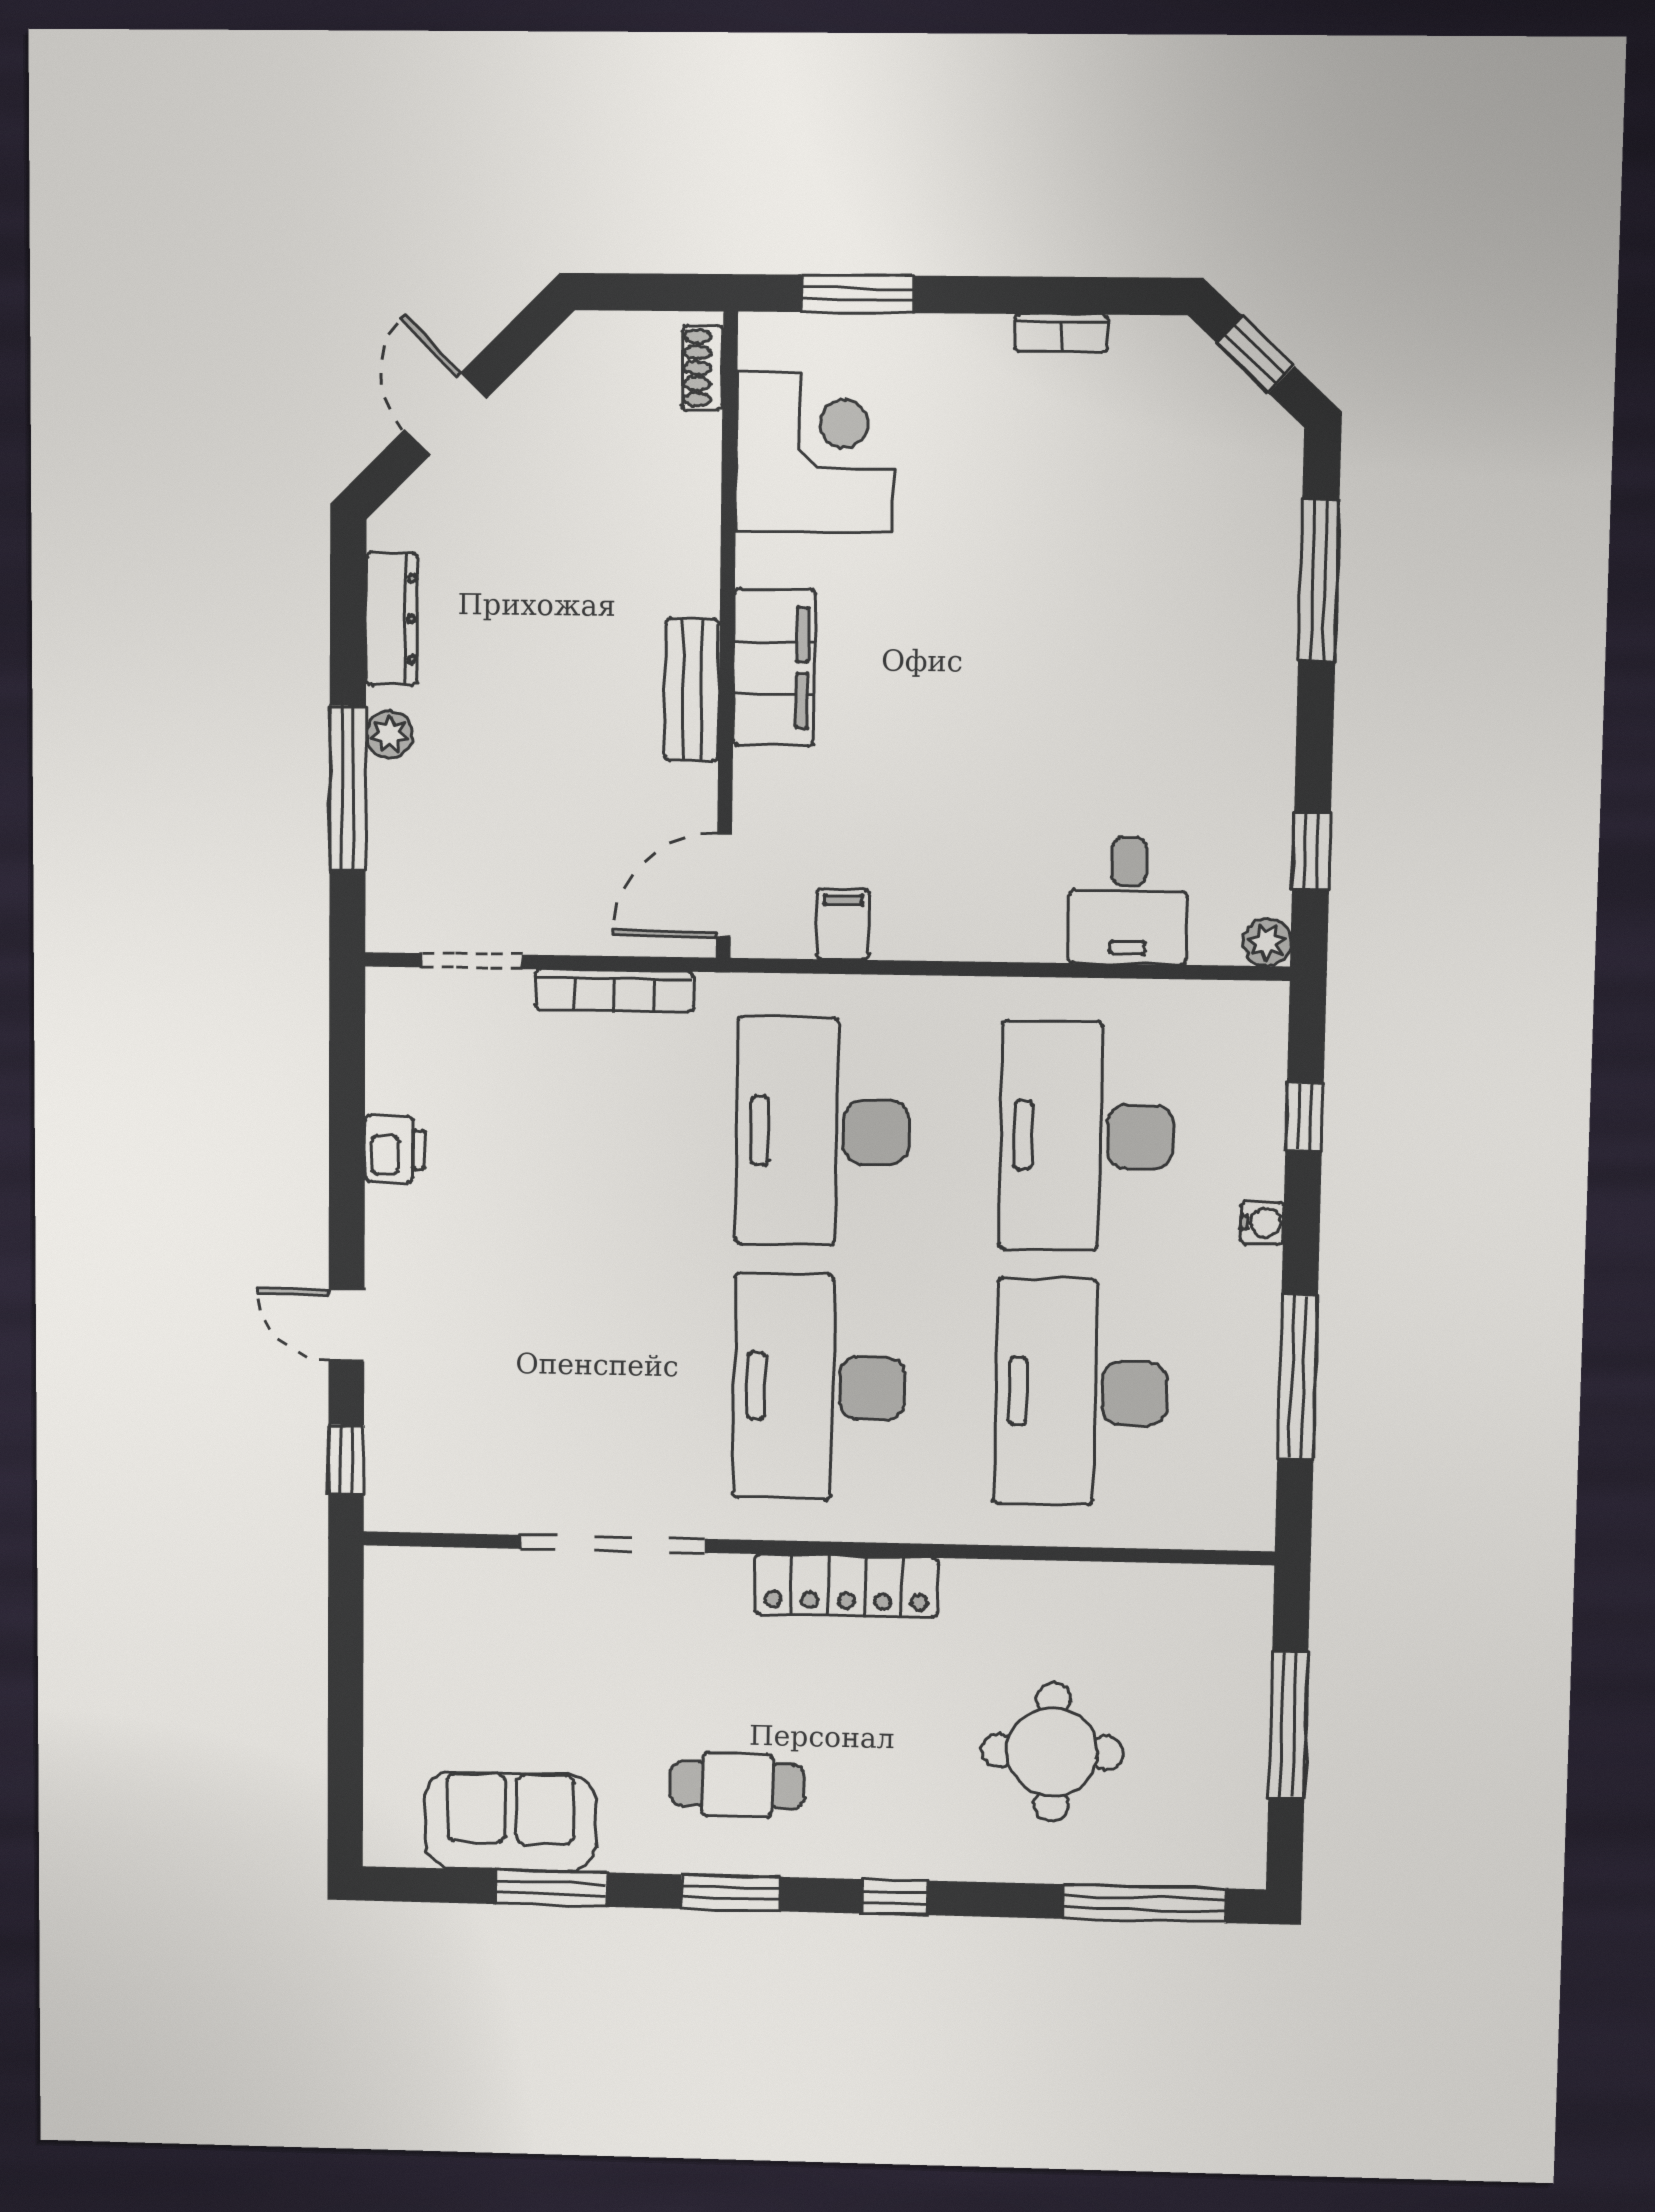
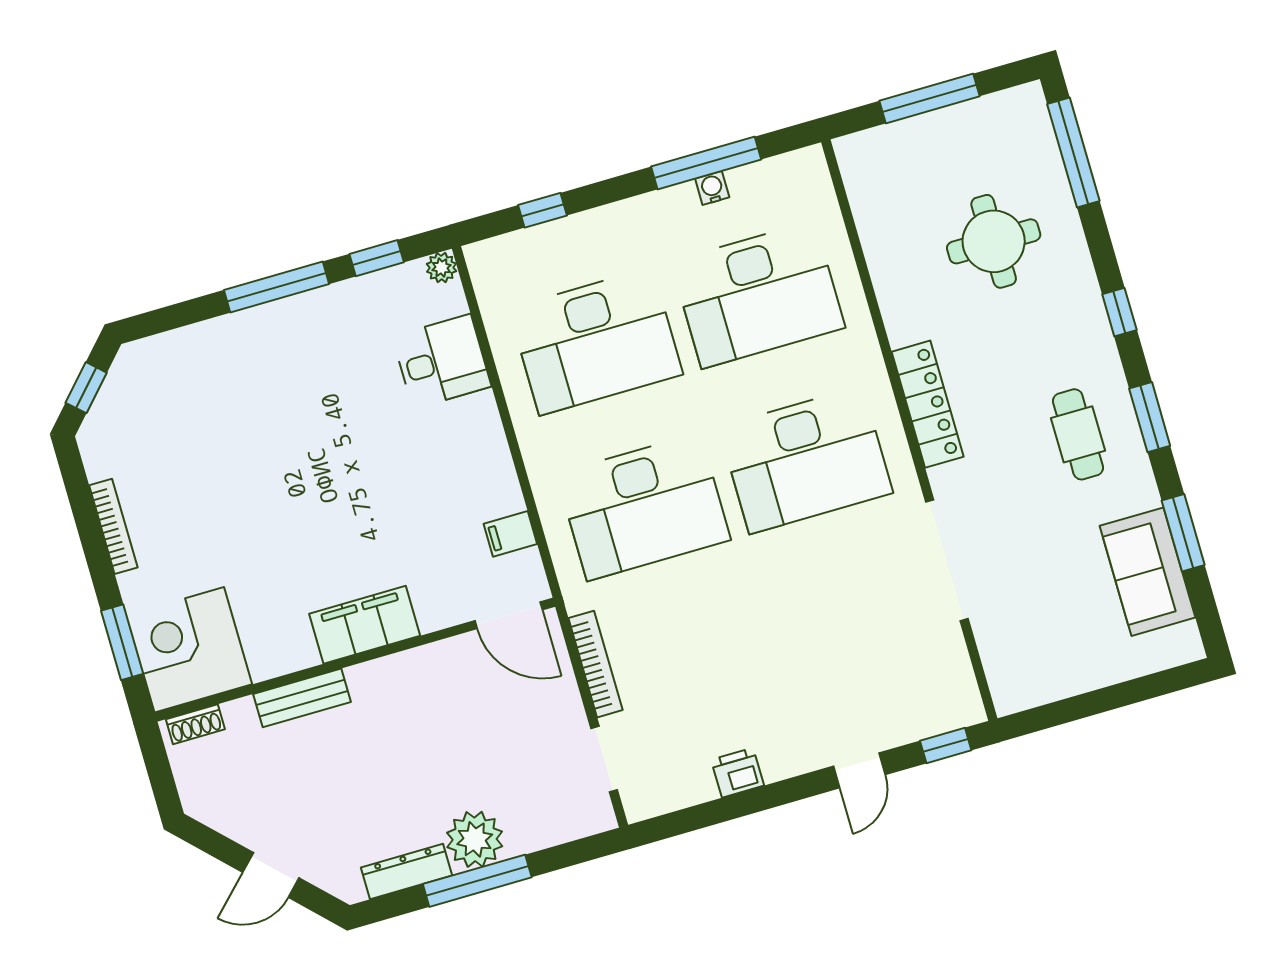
bookcase: (1061, 333) -> (113, 526), width x1.56
corner desk: (815, 452) -> (189, 650), moved
window: (1319, 580) -> (276, 287), moved
bench: (692, 690) -> (302, 698), moved
plant: (389, 734) -> (475, 839), width x1.87, depth x1.87
window: (348, 789) -> (477, 881), moved
water cooler: (1262, 1223) -> (712, 188), moved

